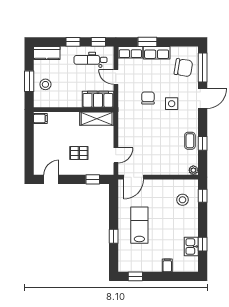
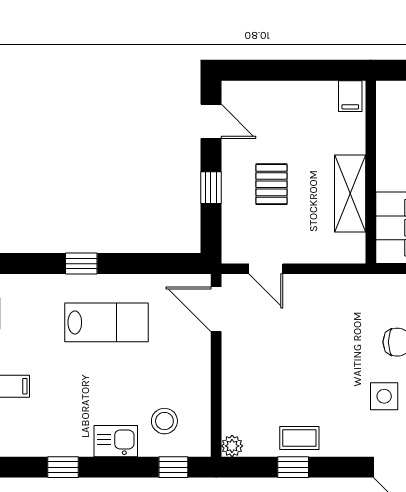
shelving: (97, 119) -> (350, 193), moved
window: (93, 179) -> (211, 188), moved
kitchen sink: (191, 247) -> (116, 441), moved

